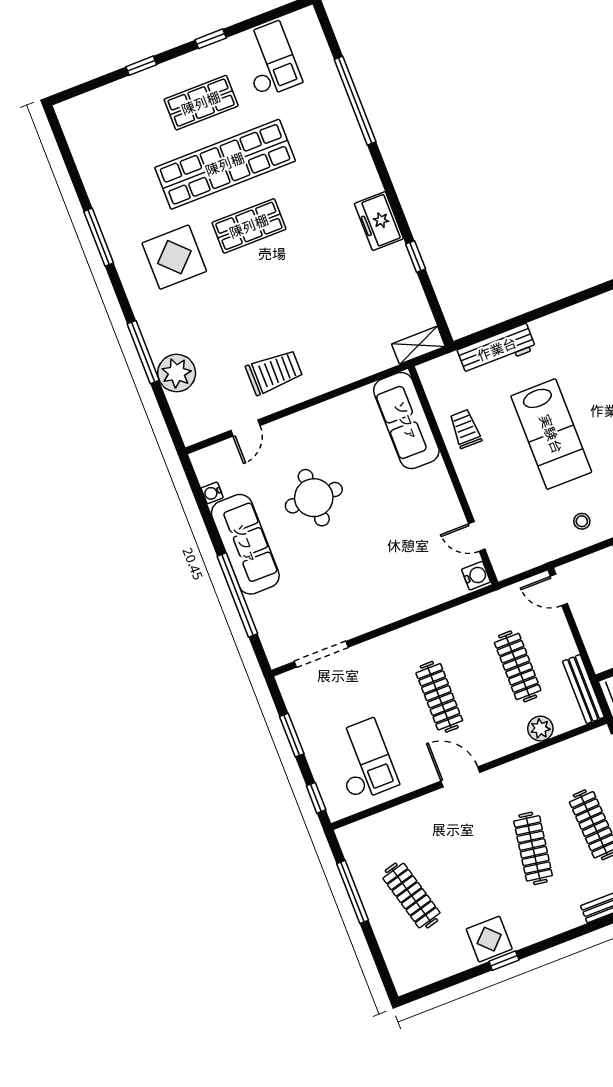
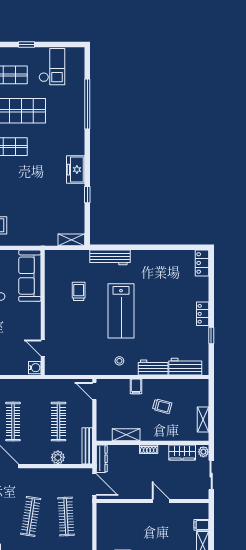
sofa: (406, 421) -> (30, 276), moved
wall: (453, 475) -> (43, 312), moved
door: (477, 536) -> (43, 348), moved
water cooler: (476, 576) -> (35, 368), moved

